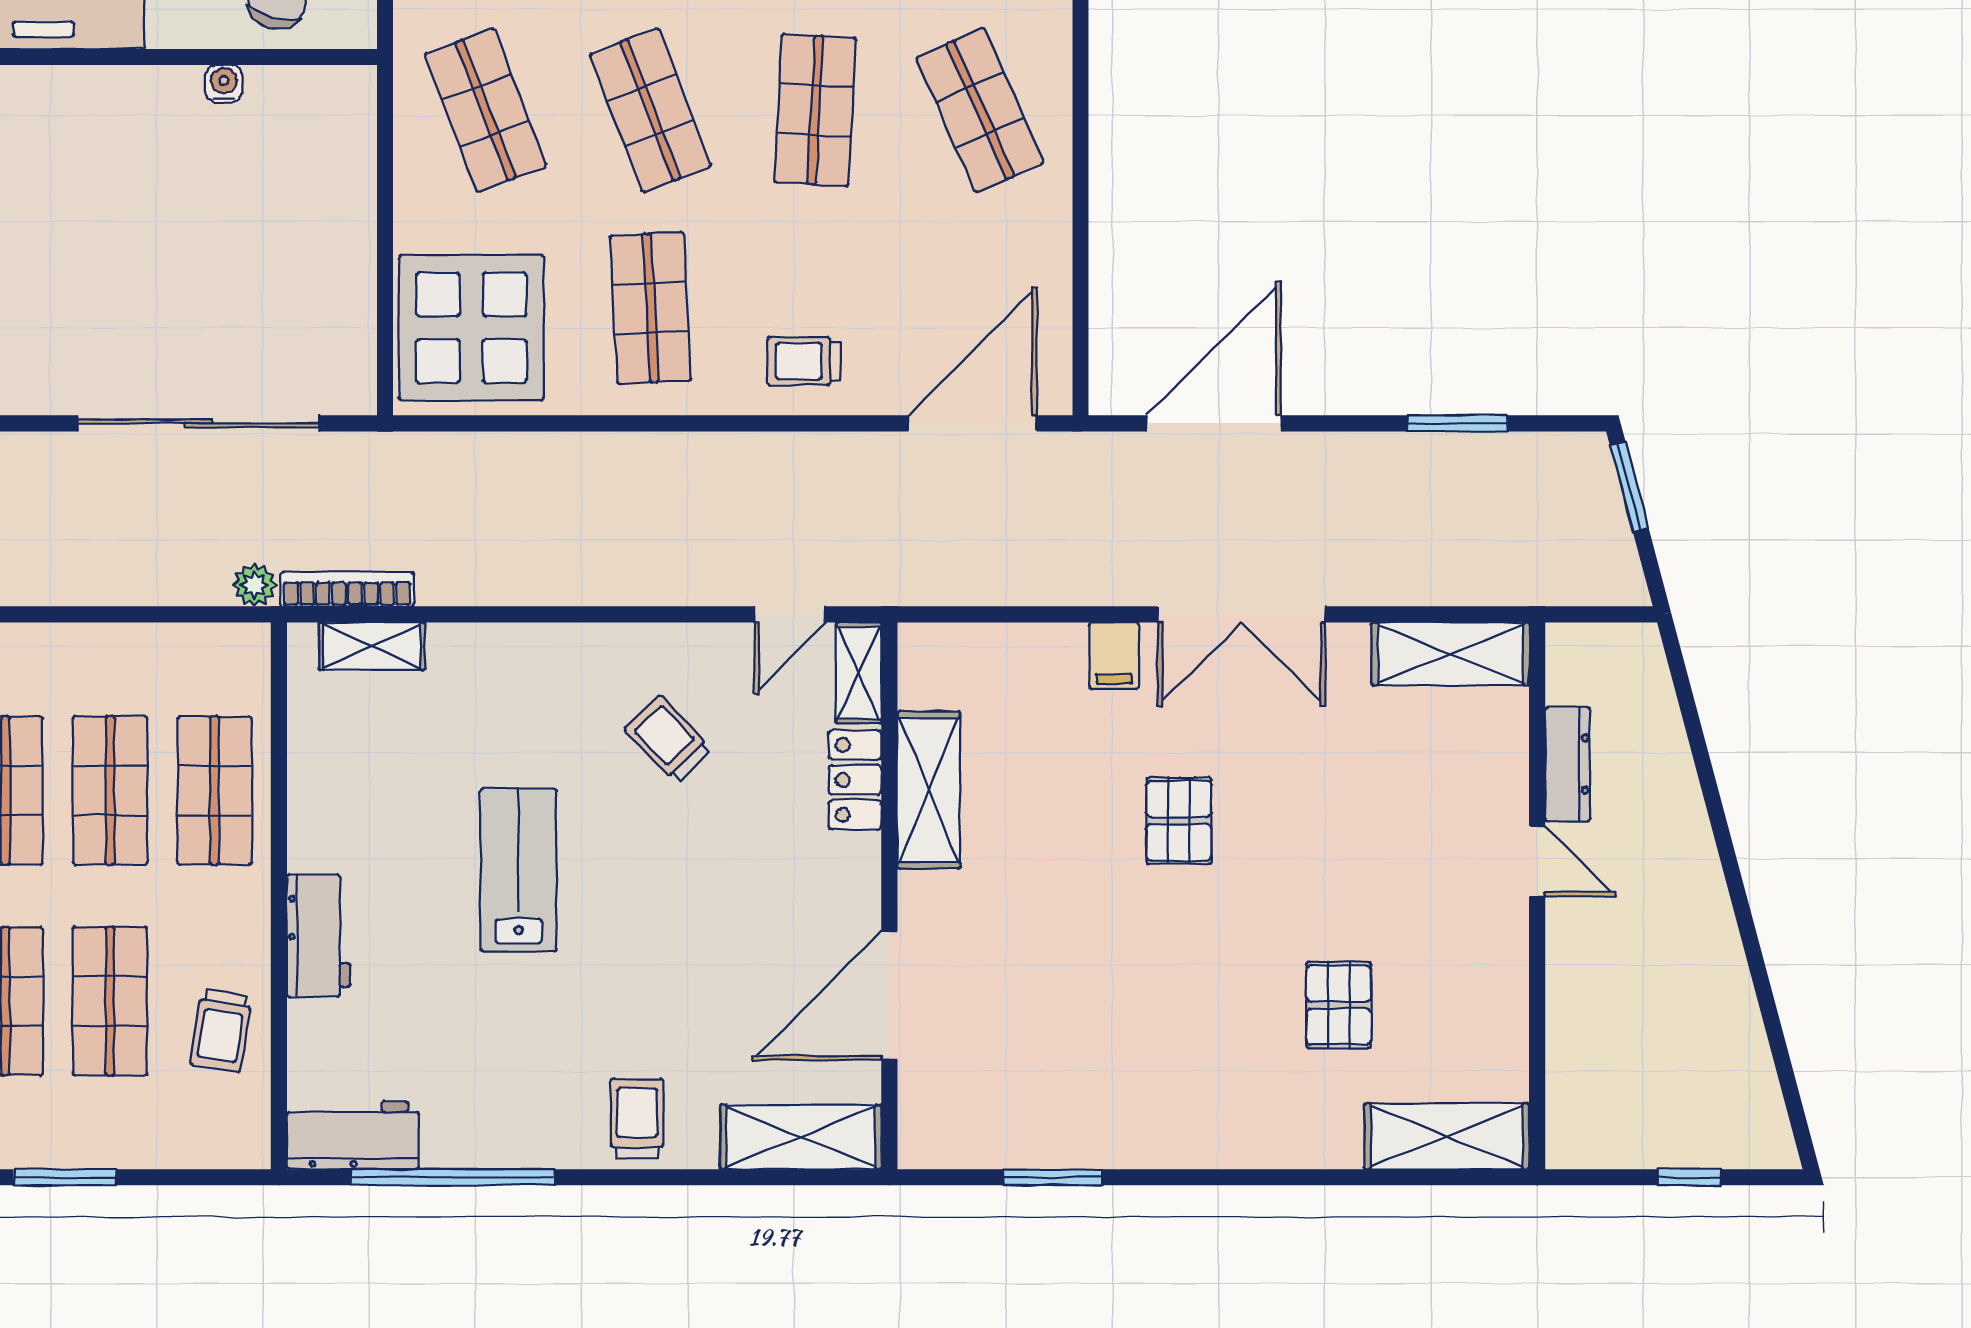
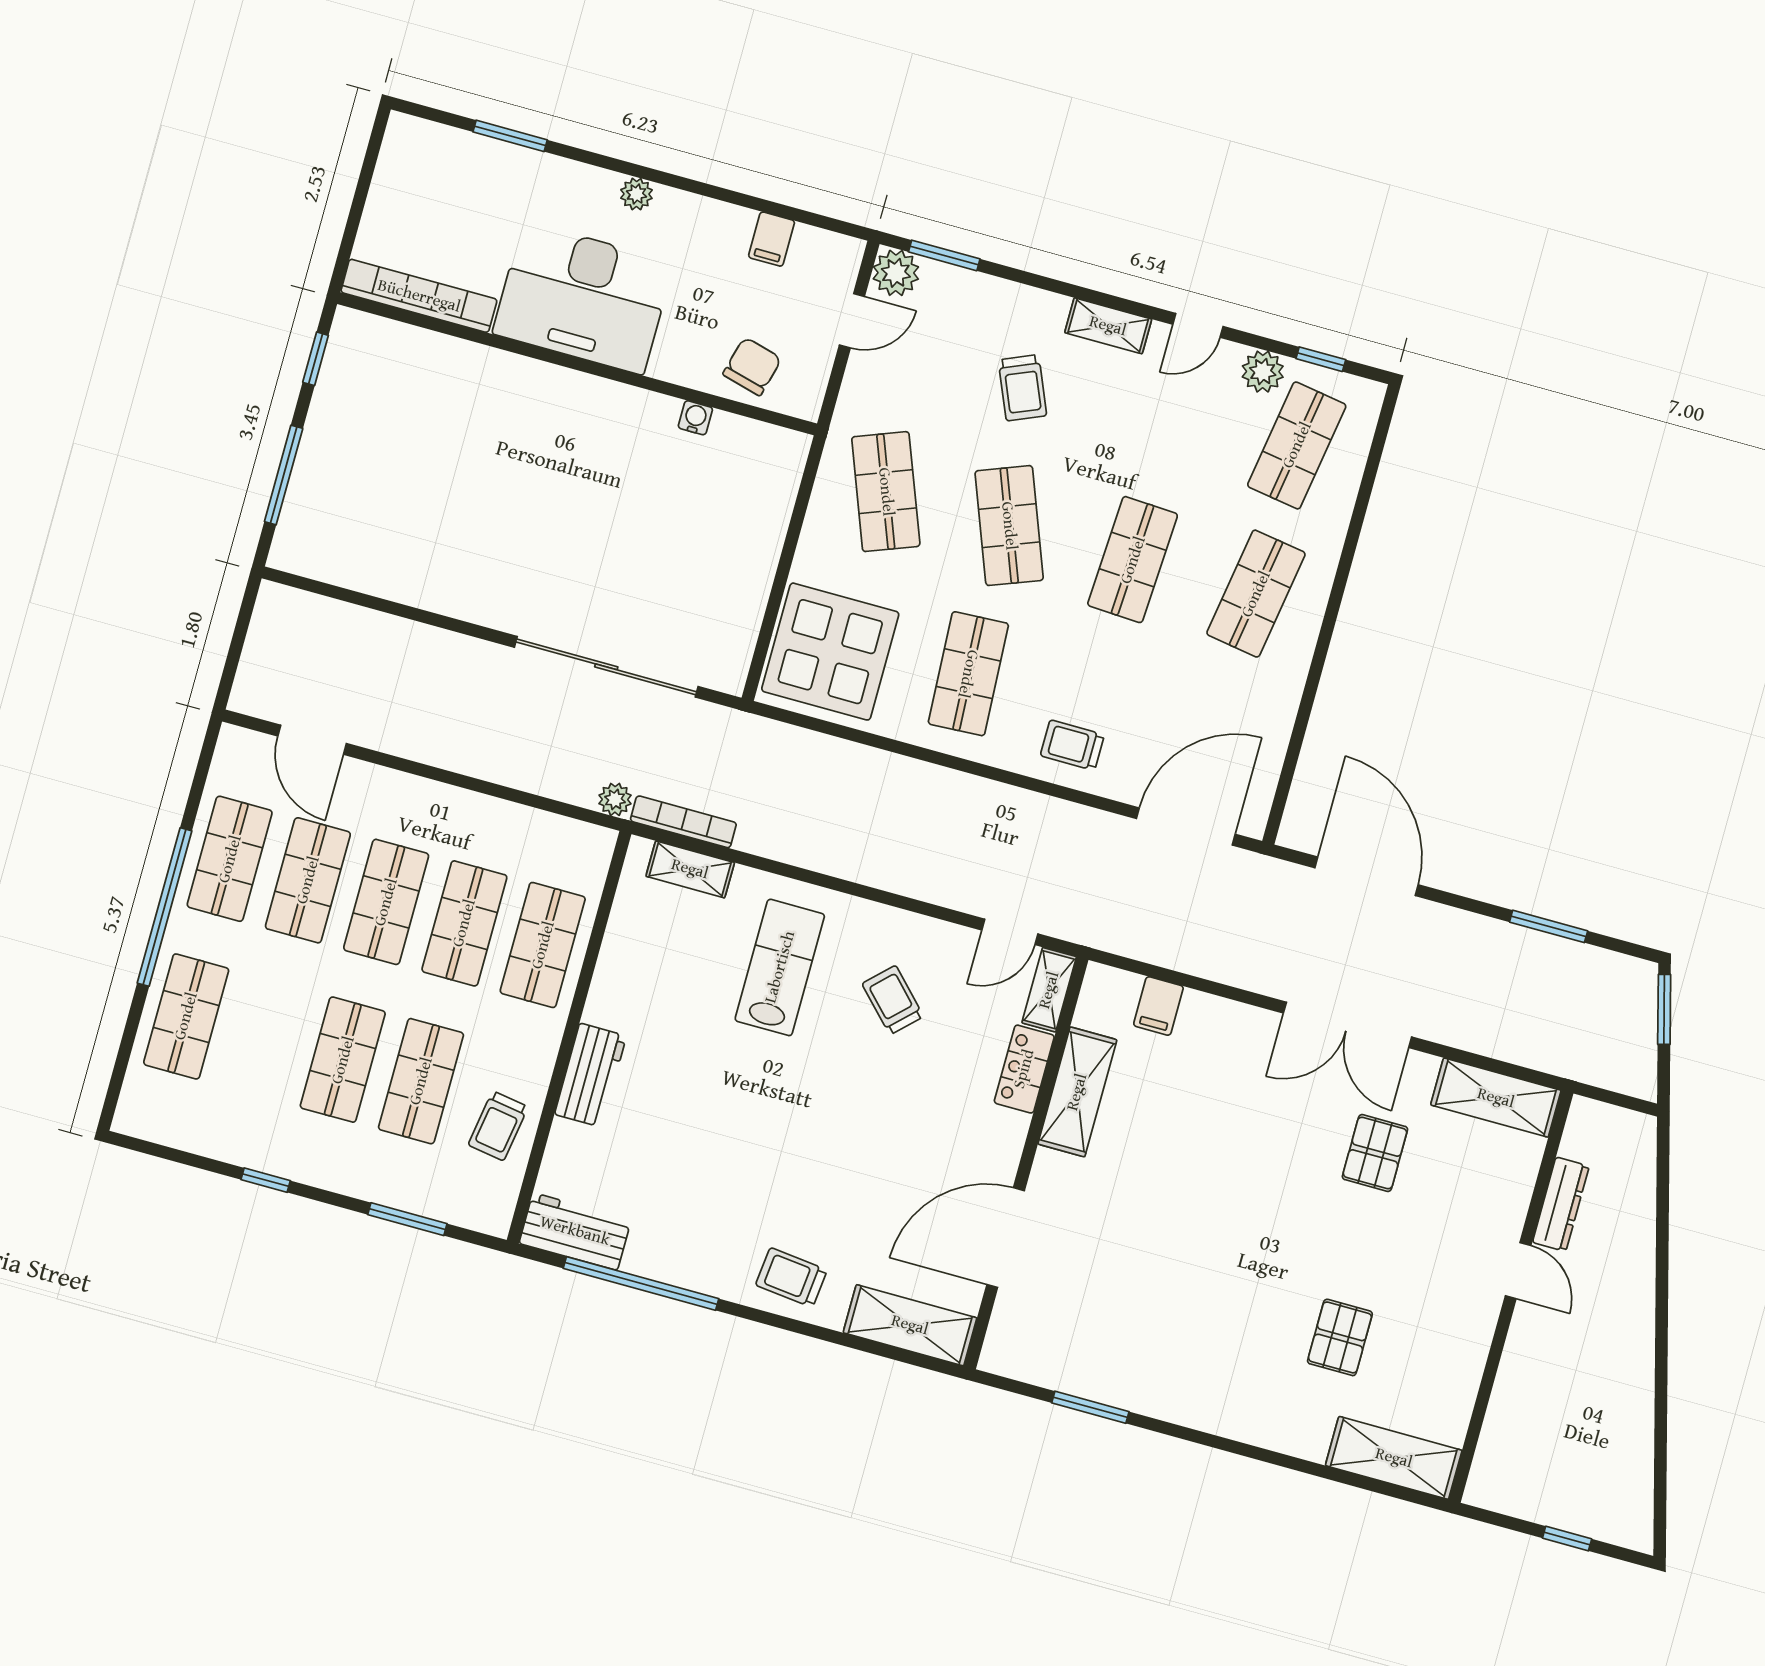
shop shelf: (980, 110) -> (1256, 594), turned 33
door: (1214, 423) -> (1366, 876), hinge flipped
filing cabinet: (1114, 656) -> (1158, 1006), moved
pallet: (1179, 821) -> (1375, 1153), moved
lab bench: (519, 870) -> (780, 967), moved
trolley: (637, 1118) -> (791, 1277), turned -84
window: (65, 1177) -> (407, 1219), moved

